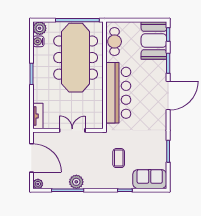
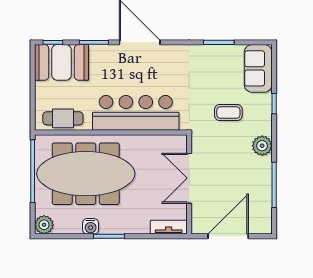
water cooler: (38, 41) -> (91, 226), moved
double door: (72, 130) -> (189, 178), width x1.37
plant: (76, 182) -> (262, 146), moved
plant: (38, 184) -> (265, 227), removed

